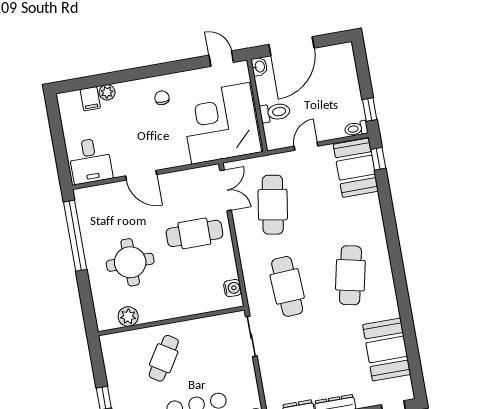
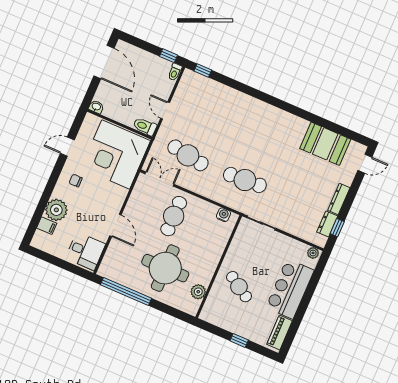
door: (291, 46) -> (104, 62), moved
door: (221, 59) -> (67, 147), moved
plant: (107, 92) -> (56, 210), width x1.87, depth x1.87
toilet: (275, 112) -> (145, 126), moved, turned -90
booth: (356, 168) -> (199, 88), removed
door: (141, 175) -> (115, 225), hinge flipped
round table: (130, 262) -> (165, 268), width x1.36, depth x1.36
cafe table: (350, 275) -> (264, 136), removed

